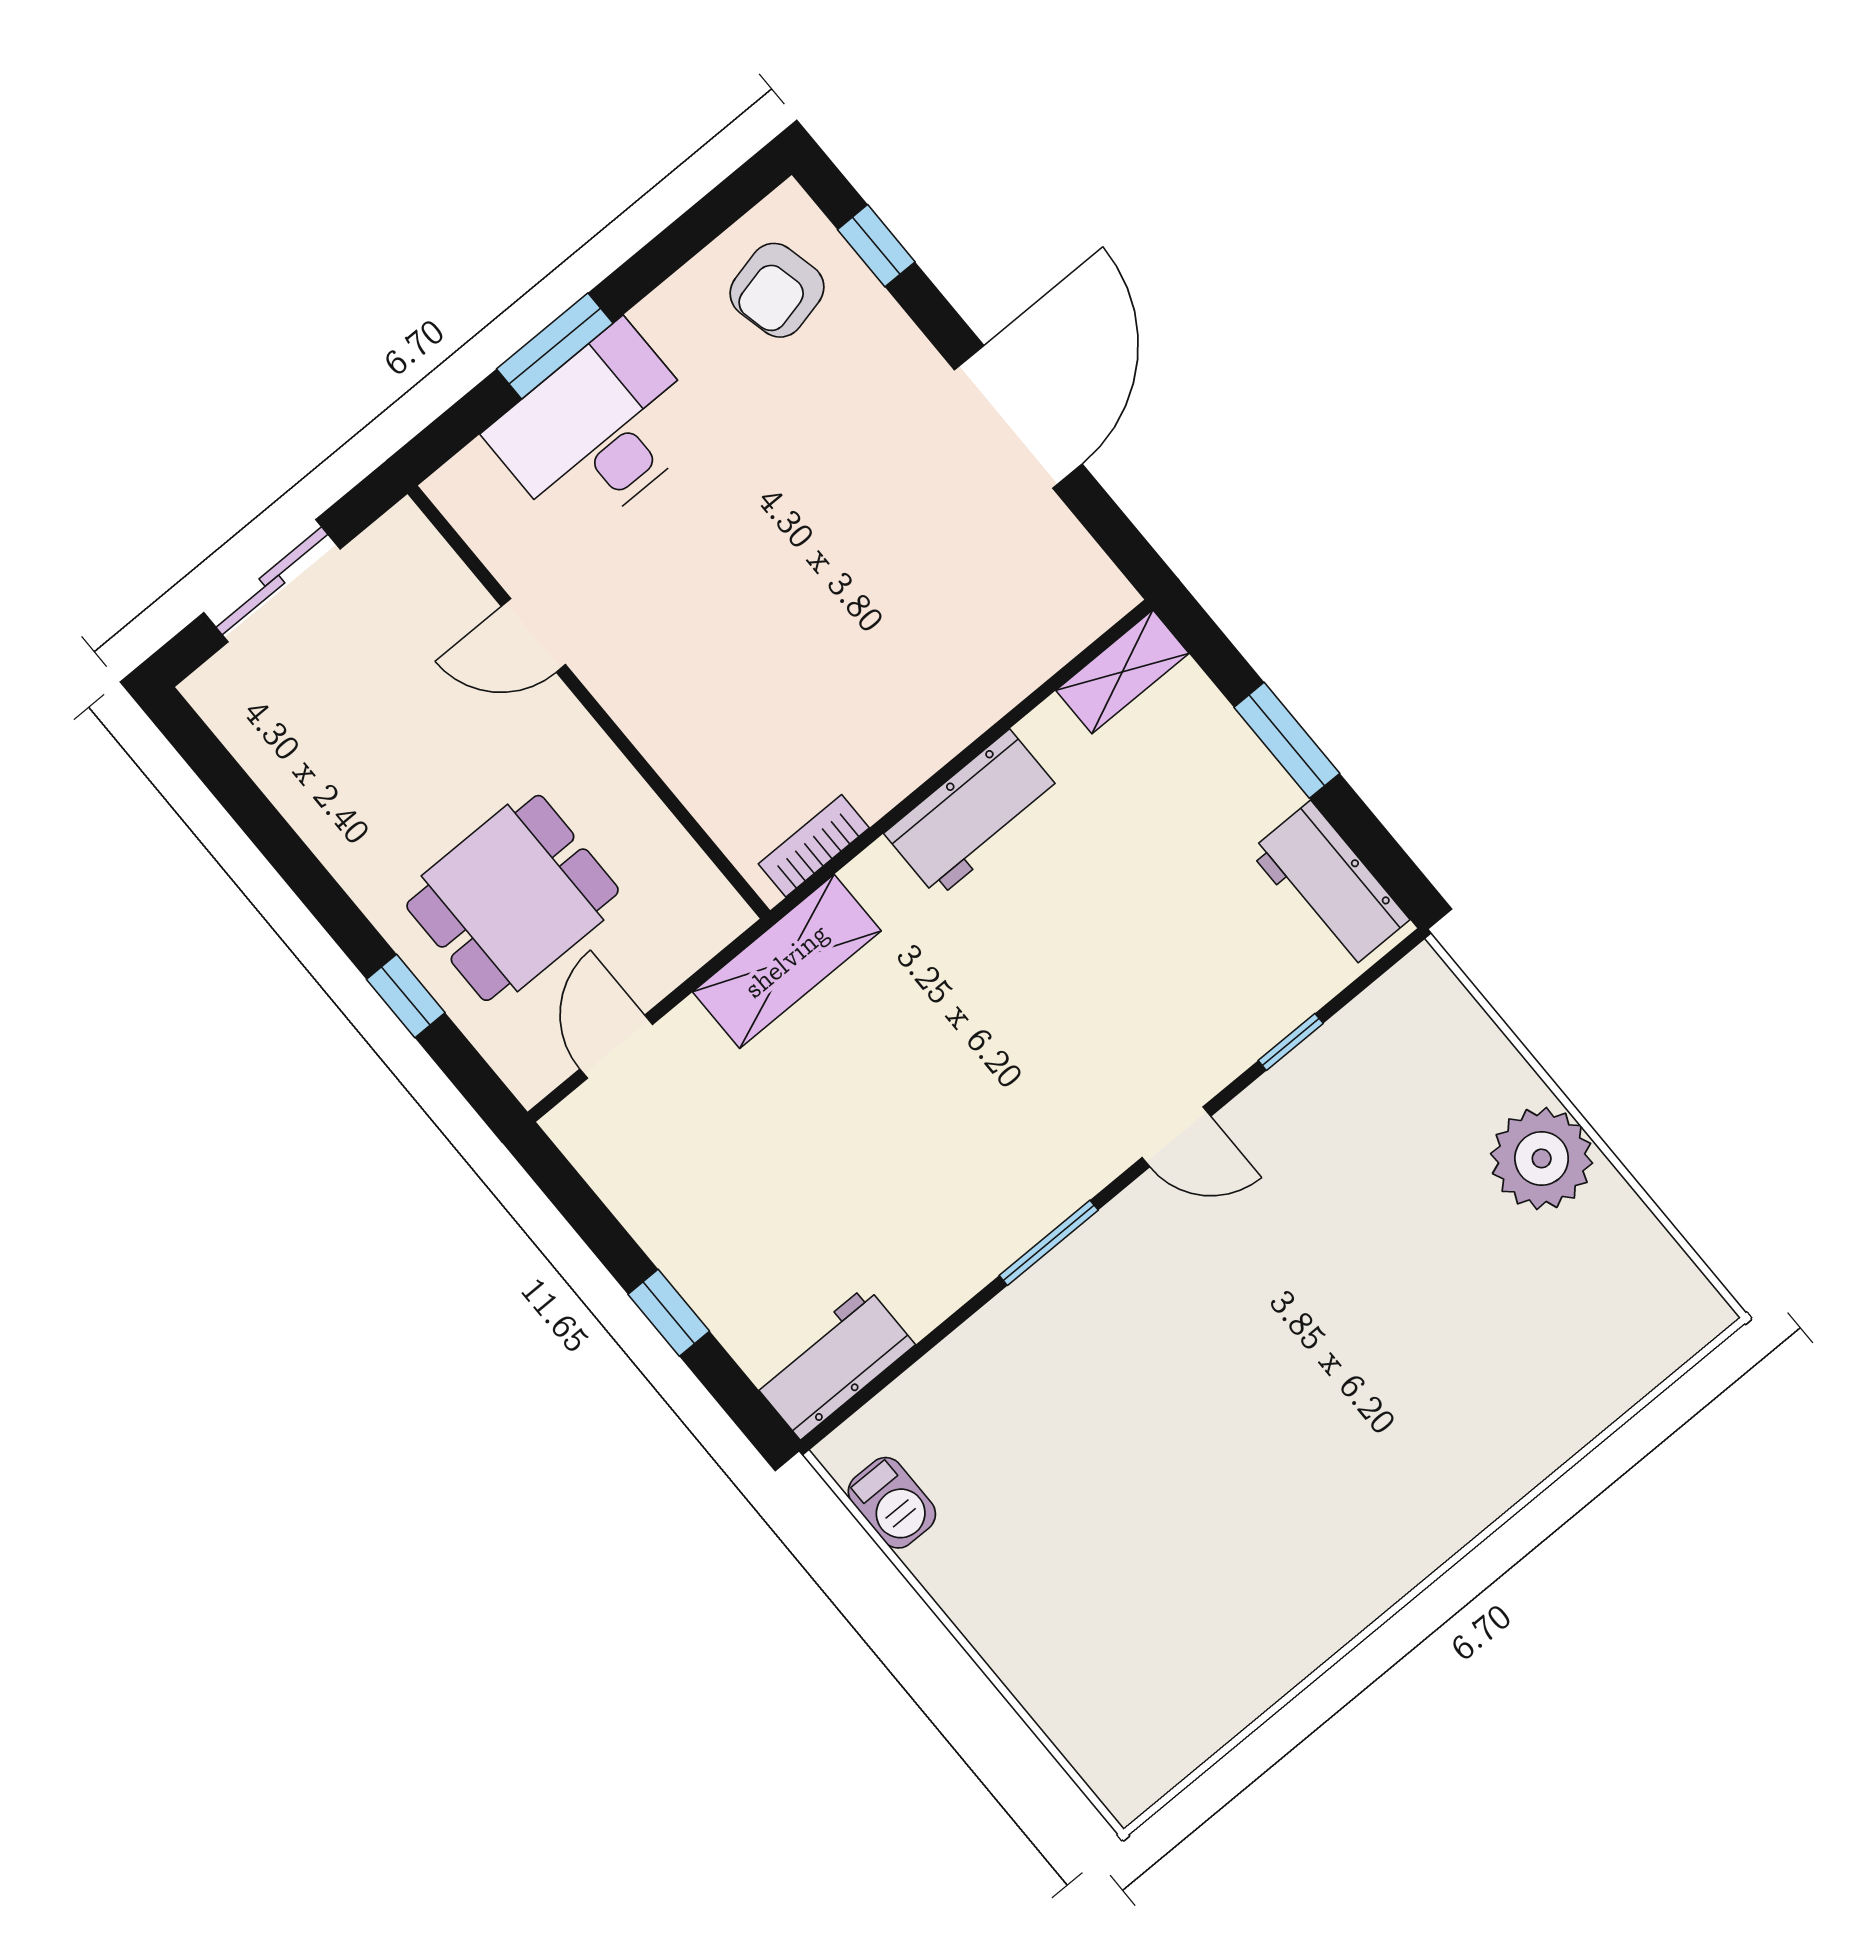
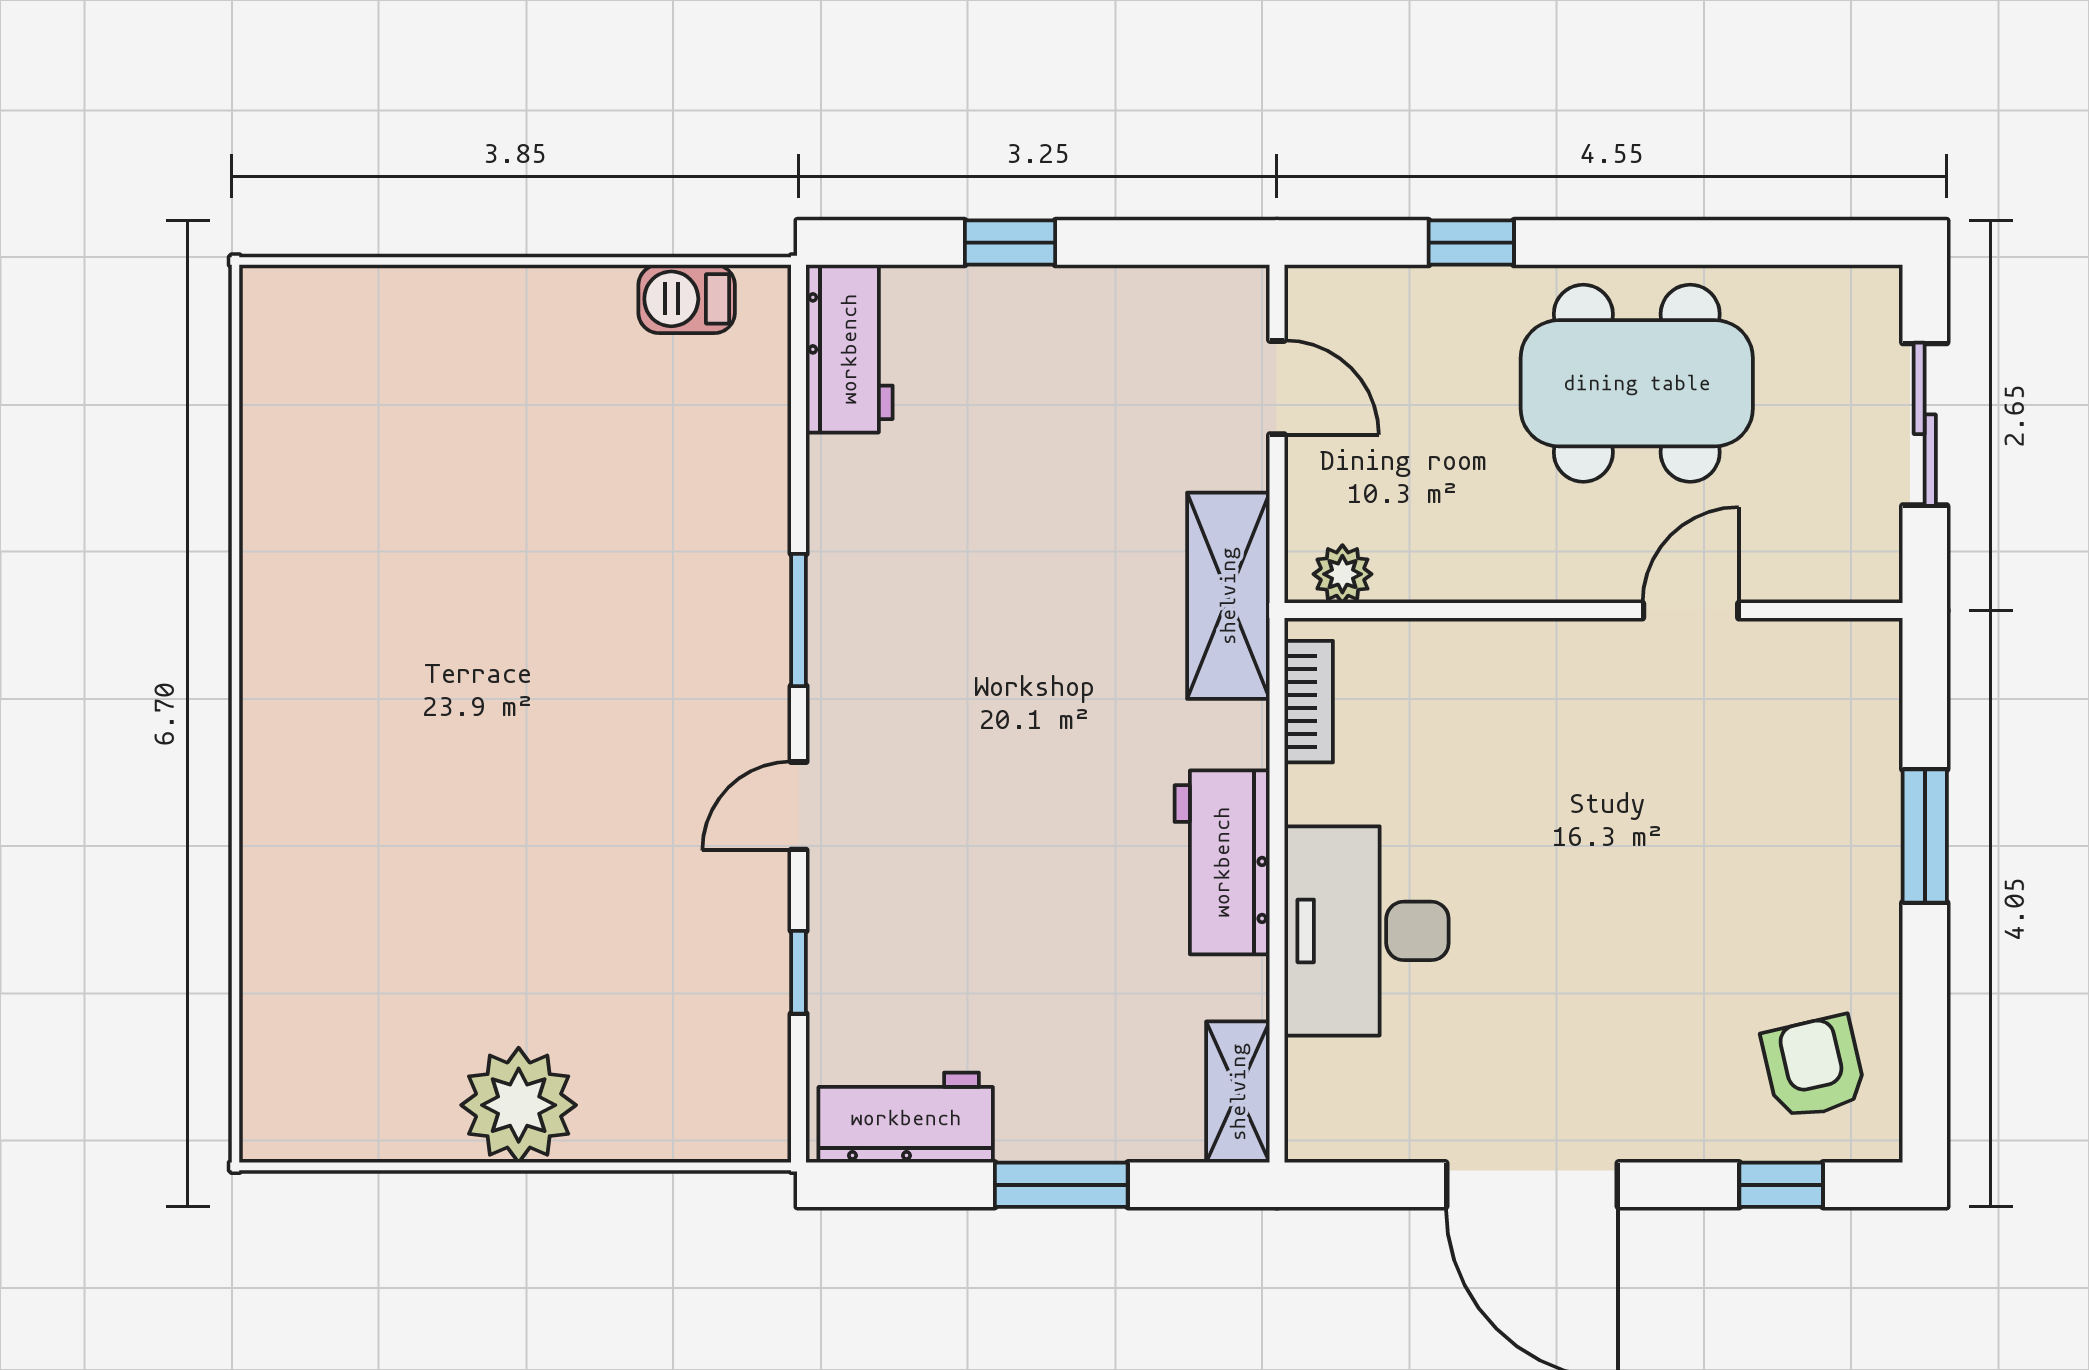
desk: (598, 431) -> (1367, 931), moved, turned 180
plant: (707, 895) -> (1342, 574), added
dining table: (513, 898) -> (1637, 383), moved, width x1.38

